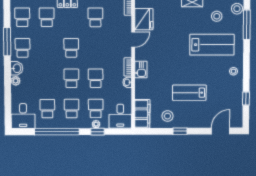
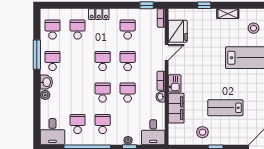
school desk: (96, 108) -> (128, 61), moved
filing cabinet: (142, 114) -> (176, 108), moved

